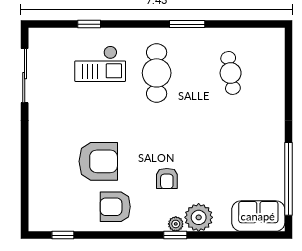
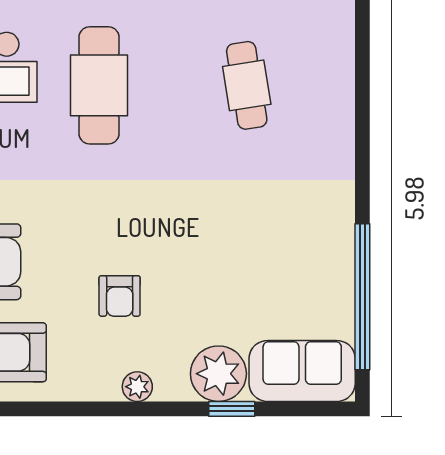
plant: (199, 217) -> (218, 374), moved
window: (175, 235) -> (232, 409), moved

